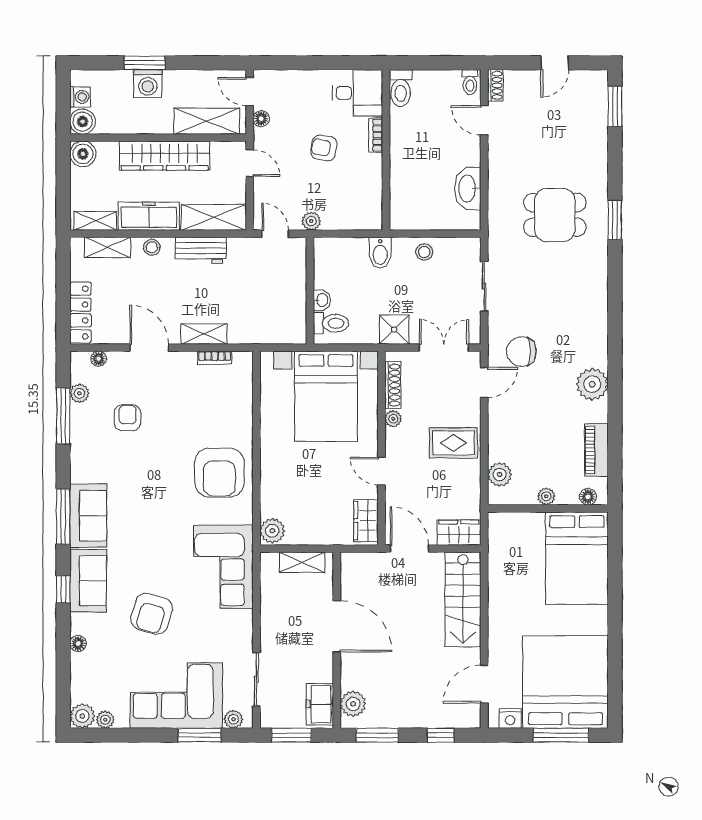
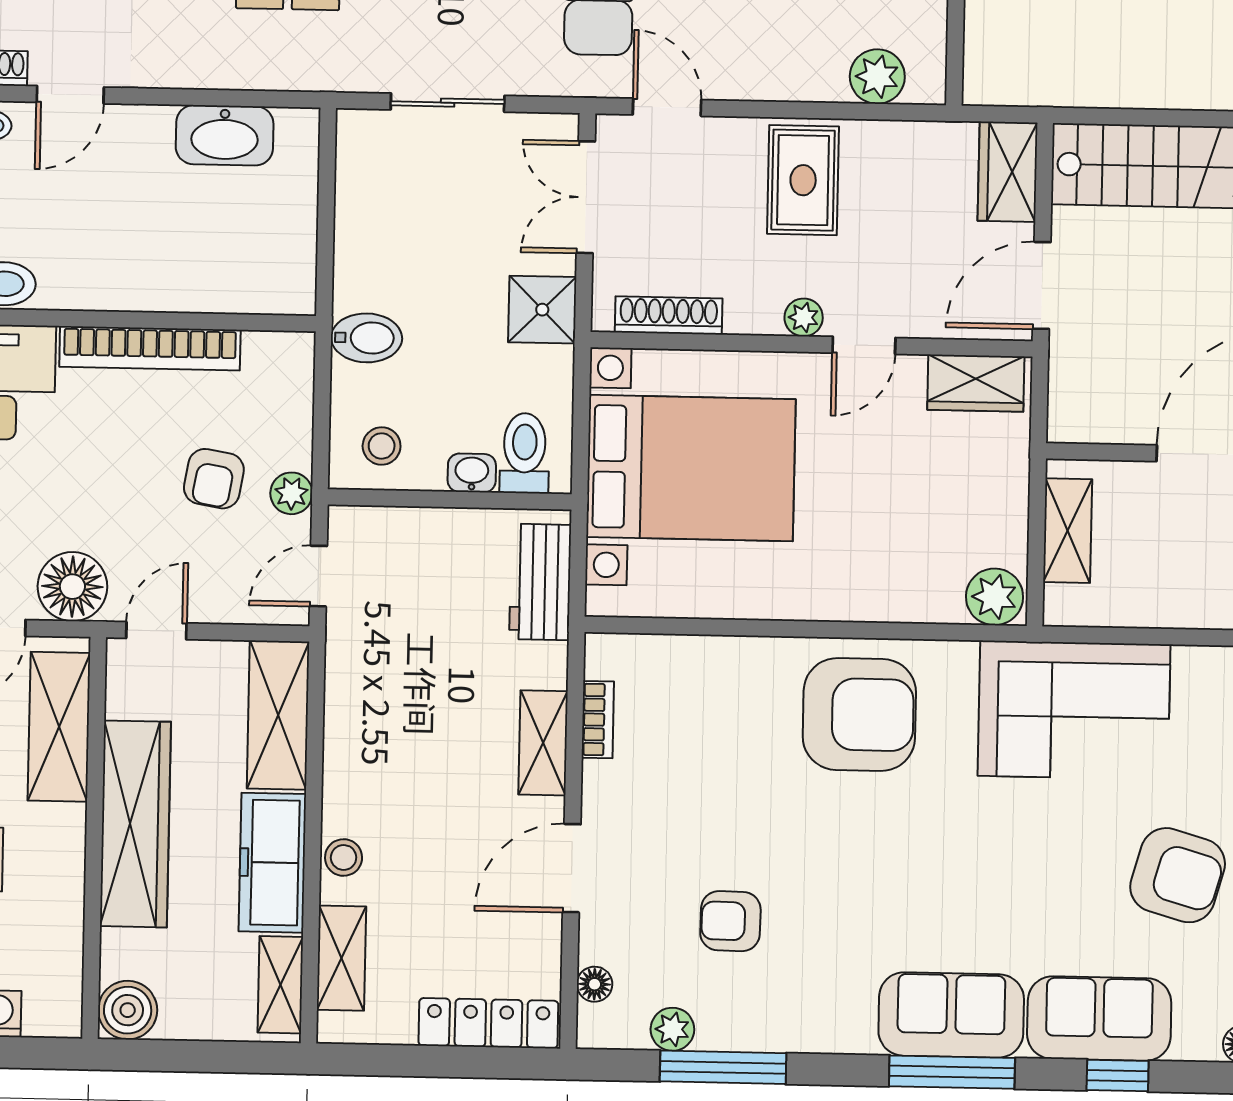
floor lamp: (261, 119) -> (72, 587), width x1.89, depth x1.89
boiler: (83, 122) -> (54, 1009), removed
bookcase: (376, 135) -> (150, 348), width x2.31, depth x1.31
armchair: (324, 148) -> (214, 479), moved
workbench: (201, 250) -> (540, 582), moved, turned 180
stool: (424, 252) -> (382, 446), moved
plant: (393, 419) -> (804, 317), moved

